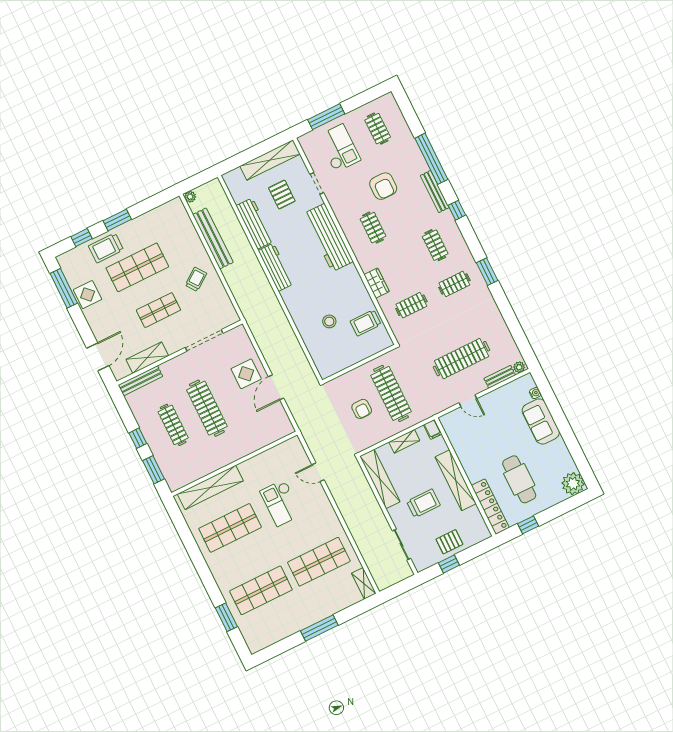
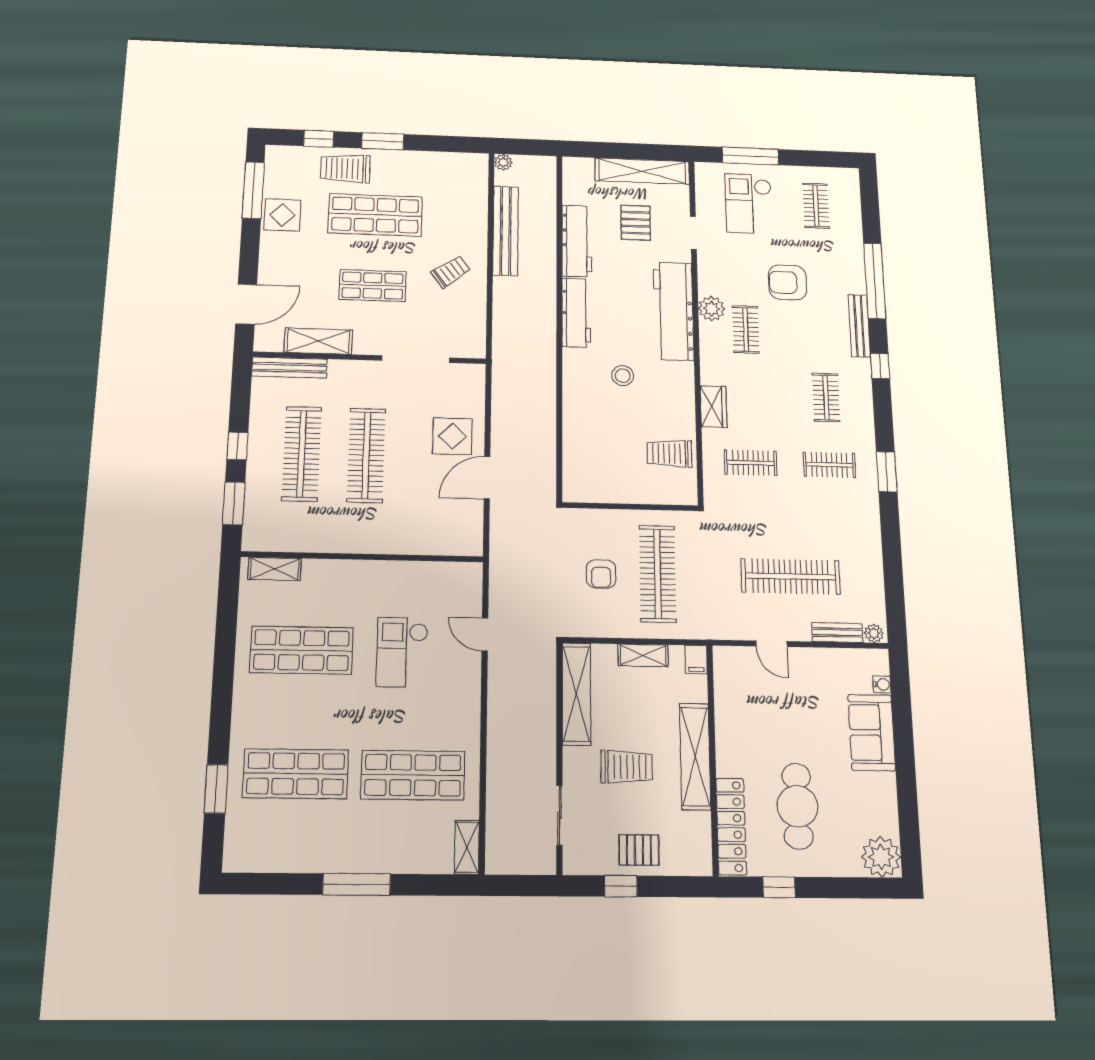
checkout: (339, 148) -> (749, 204), turned 180
armchair: (383, 186) -> (788, 282), turned 90
plant: (348, 225) -> (711, 309), added
stool: (329, 321) -> (623, 376), moved
clothes rail: (173, 425) -> (302, 454), width x1.37, depth x1.31
shelving: (210, 487) -> (275, 569), width x0.45, depth x0.75

